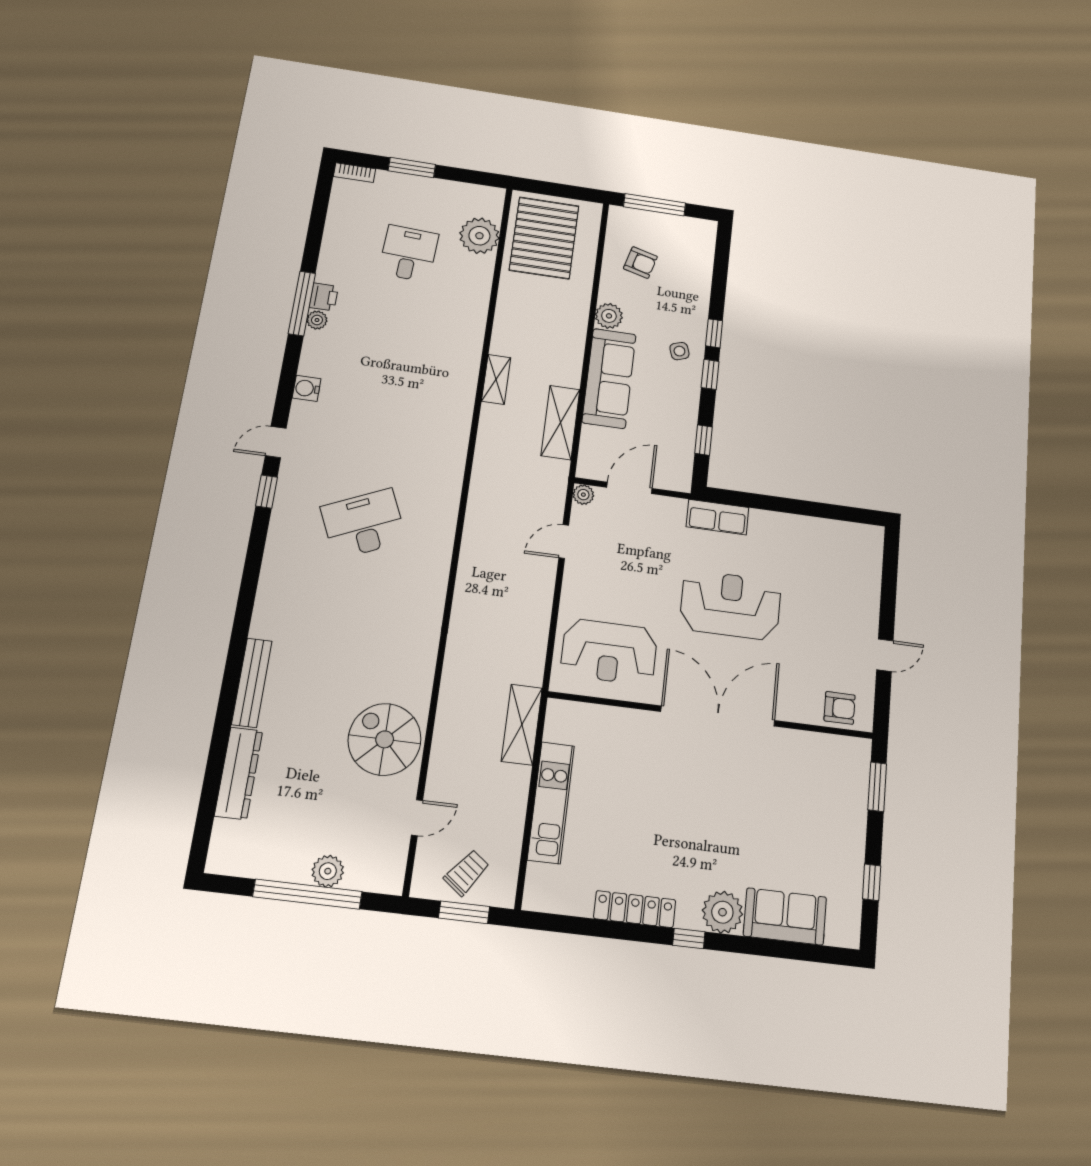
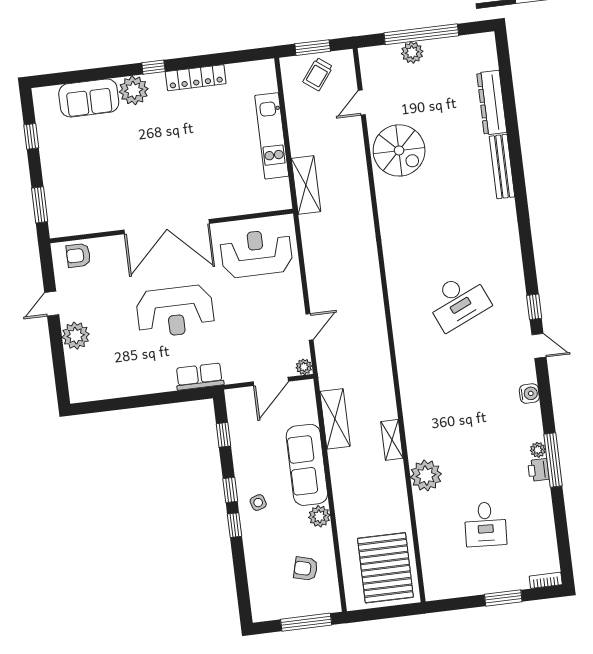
plant: (479, 236) -> (426, 476), moved
door: (276, 442) -> (539, 346), hinge flipped
plant: (862, 607) -> (76, 336), added

